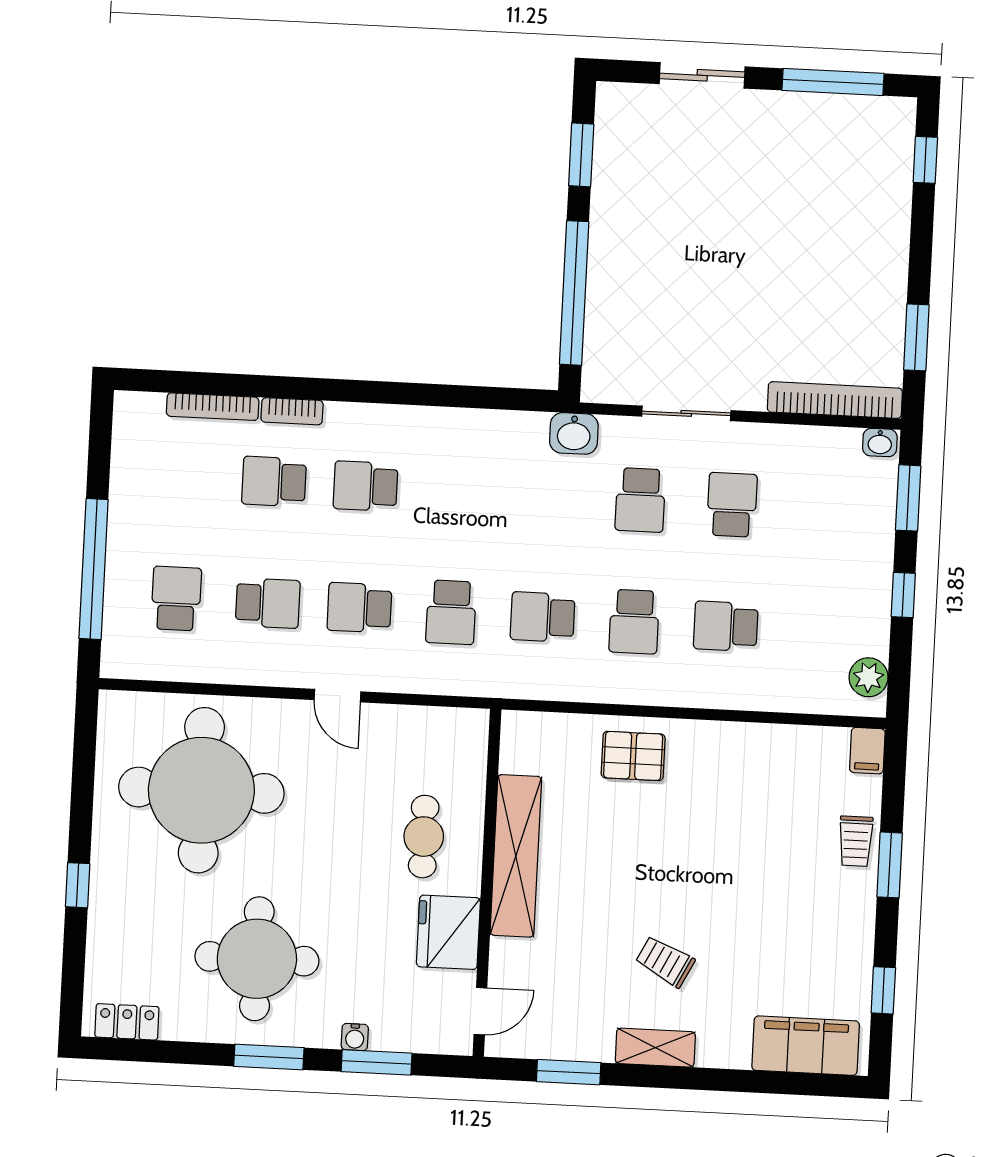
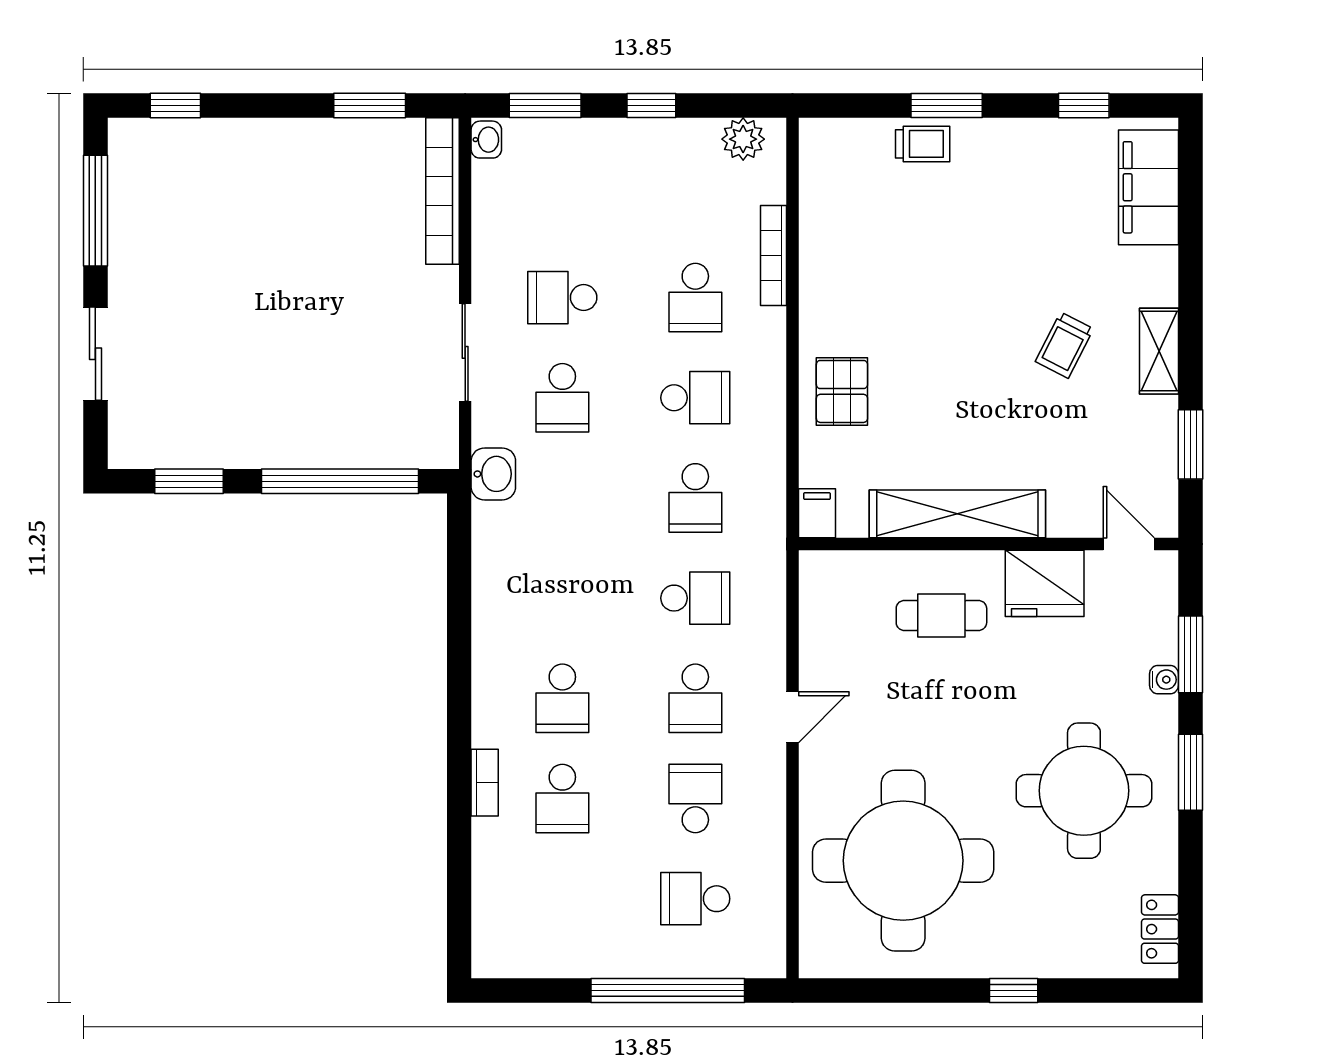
bookcase: (213, 407) -> (774, 255), moved, turned 180
school desk: (640, 500) -> (562, 398), turned 90
filing cabinet: (867, 751) -> (817, 513), moved, turned -90

